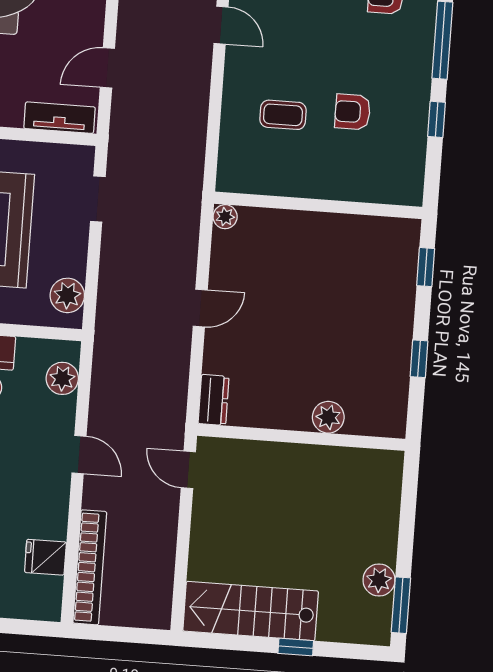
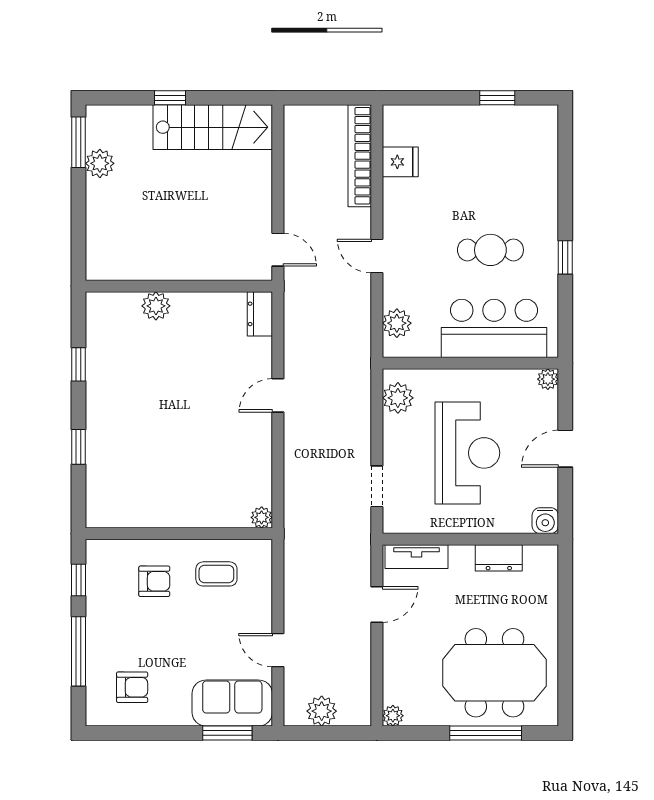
wall: (318, 205) -> (179, 534), moved
plant: (225, 217) -> (262, 517), moved

